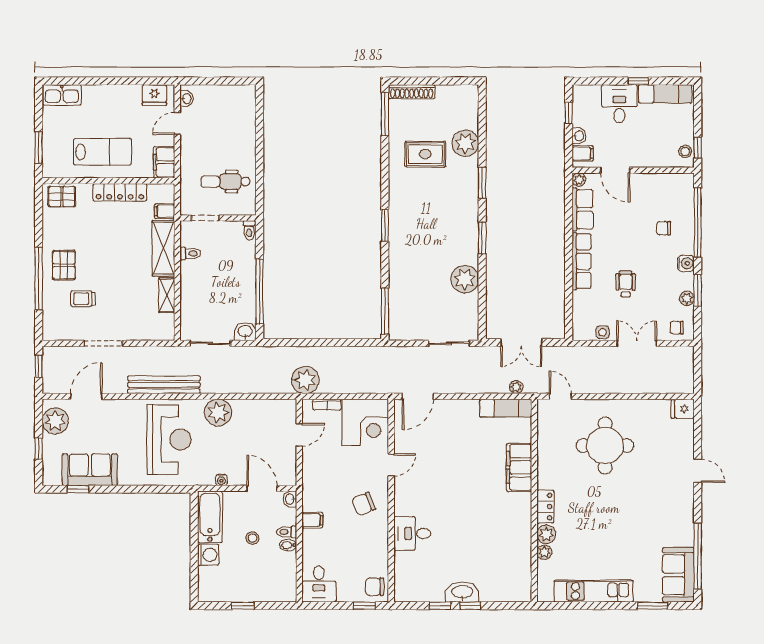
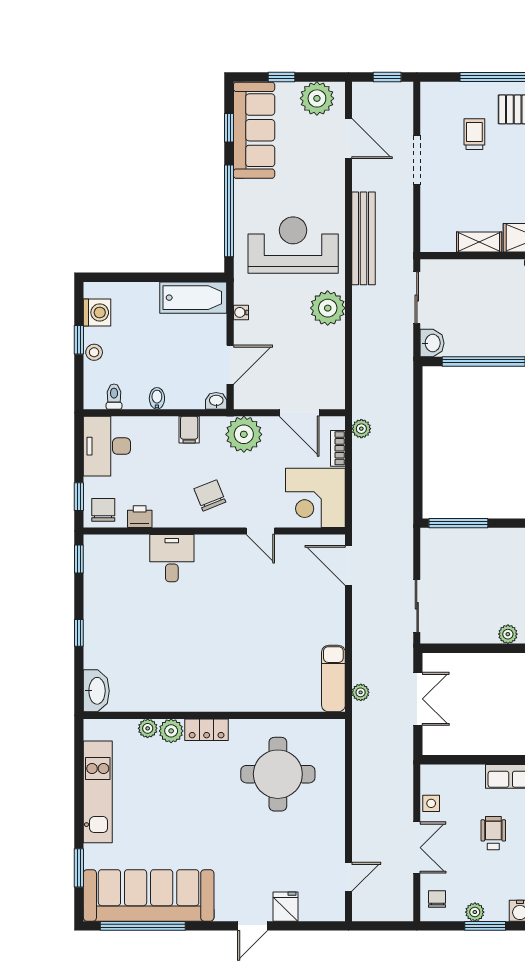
plant: (465, 279) -> (508, 634), width x0.53, depth x0.53
wheelchair: (626, 284) -> (493, 833), turned -90
double door: (521, 343) -> (418, 699), swing flipped
plant: (305, 380) -> (361, 429), width x0.53, depth x0.53
door: (560, 396) -> (349, 877), moved
fridge: (683, 409) -> (286, 907), moved
door: (299, 435) -> (299, 413), width x1.38
reception desk: (169, 439) -> (293, 245), turned 180
round table: (605, 445) -> (278, 774), moved
filing cabinet: (519, 467) -> (257, 696), removed
sofa: (90, 470) -> (254, 130), width x1.36
plant: (316, 478) -> (244, 434), added
window: (143, 489) -> (229, 211), added
toilet: (287, 532) -> (114, 397), moved
stool: (252, 538) -> (94, 352), moved
washing machine: (208, 555) -> (97, 312), moved, turned -90
printer: (380, 558) -> (140, 517), added
sofa: (678, 575) -> (149, 895), width x1.85, depth x1.27
desk: (319, 584) -> (107, 446), width x1.37
washbasin: (462, 592) -> (96, 691), moved
window: (440, 606) -> (79, 559), moved

